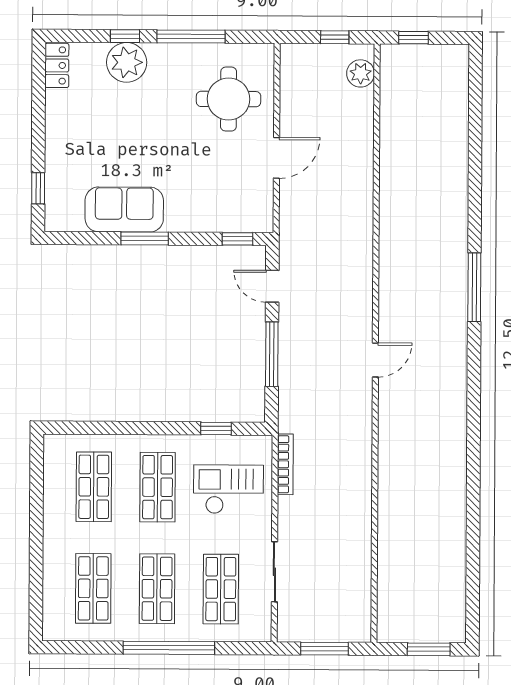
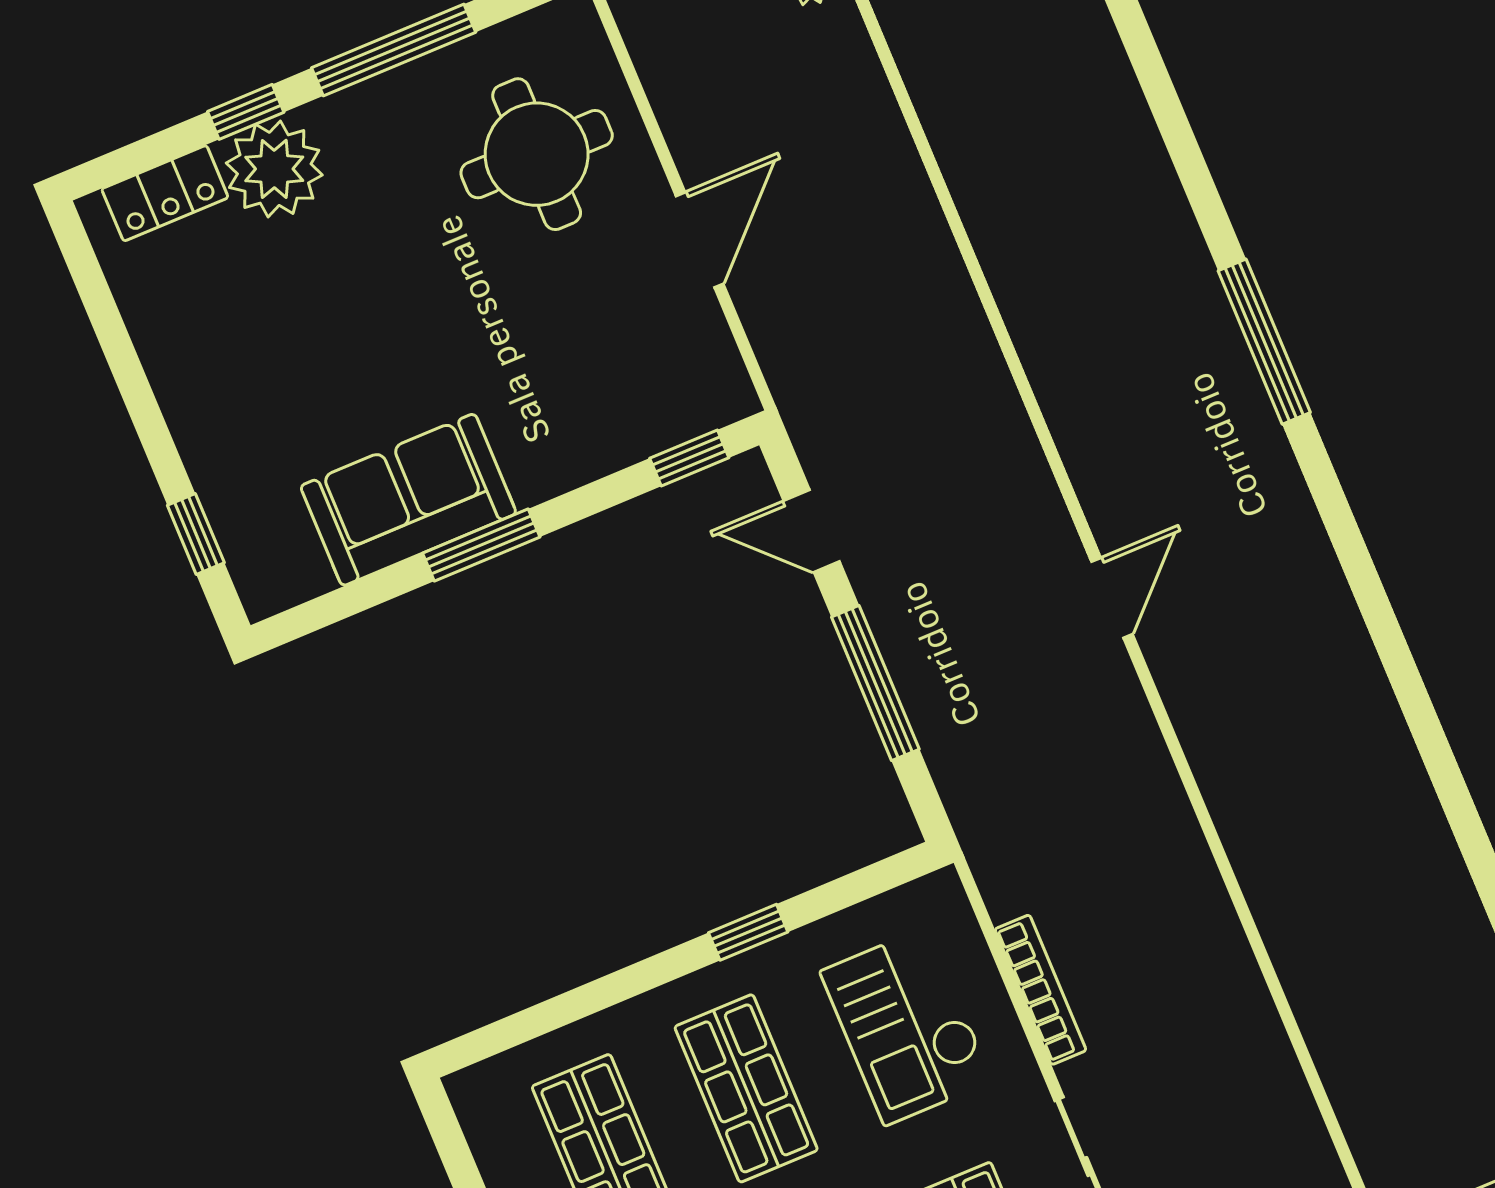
locker: (57, 65) -> (165, 193), moved, turned 90
window: (216, 428) -> (748, 932), moved
bookcase: (285, 464) -> (1040, 990), moved
checkout: (228, 489) -> (906, 1026), turned -90

